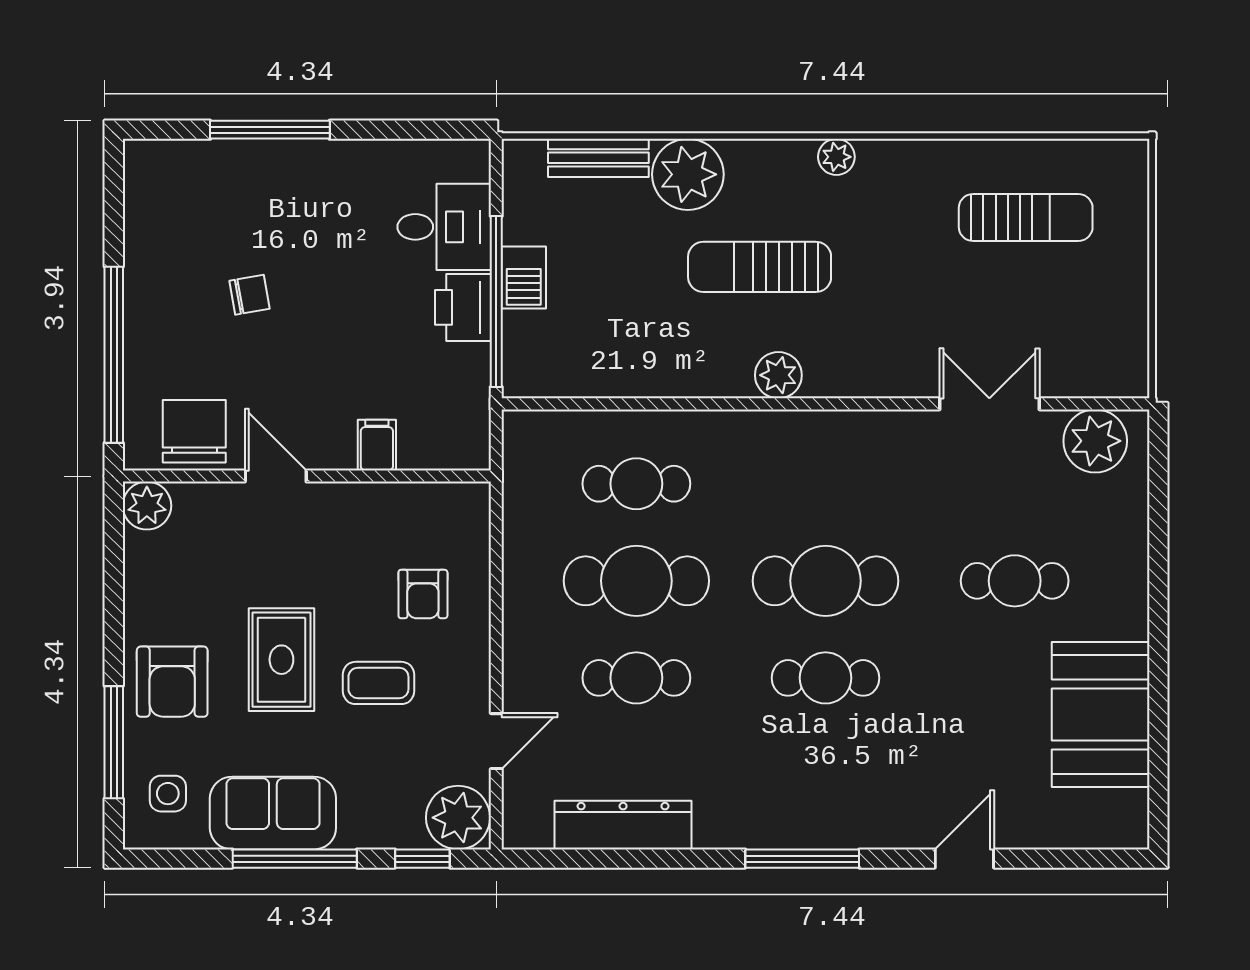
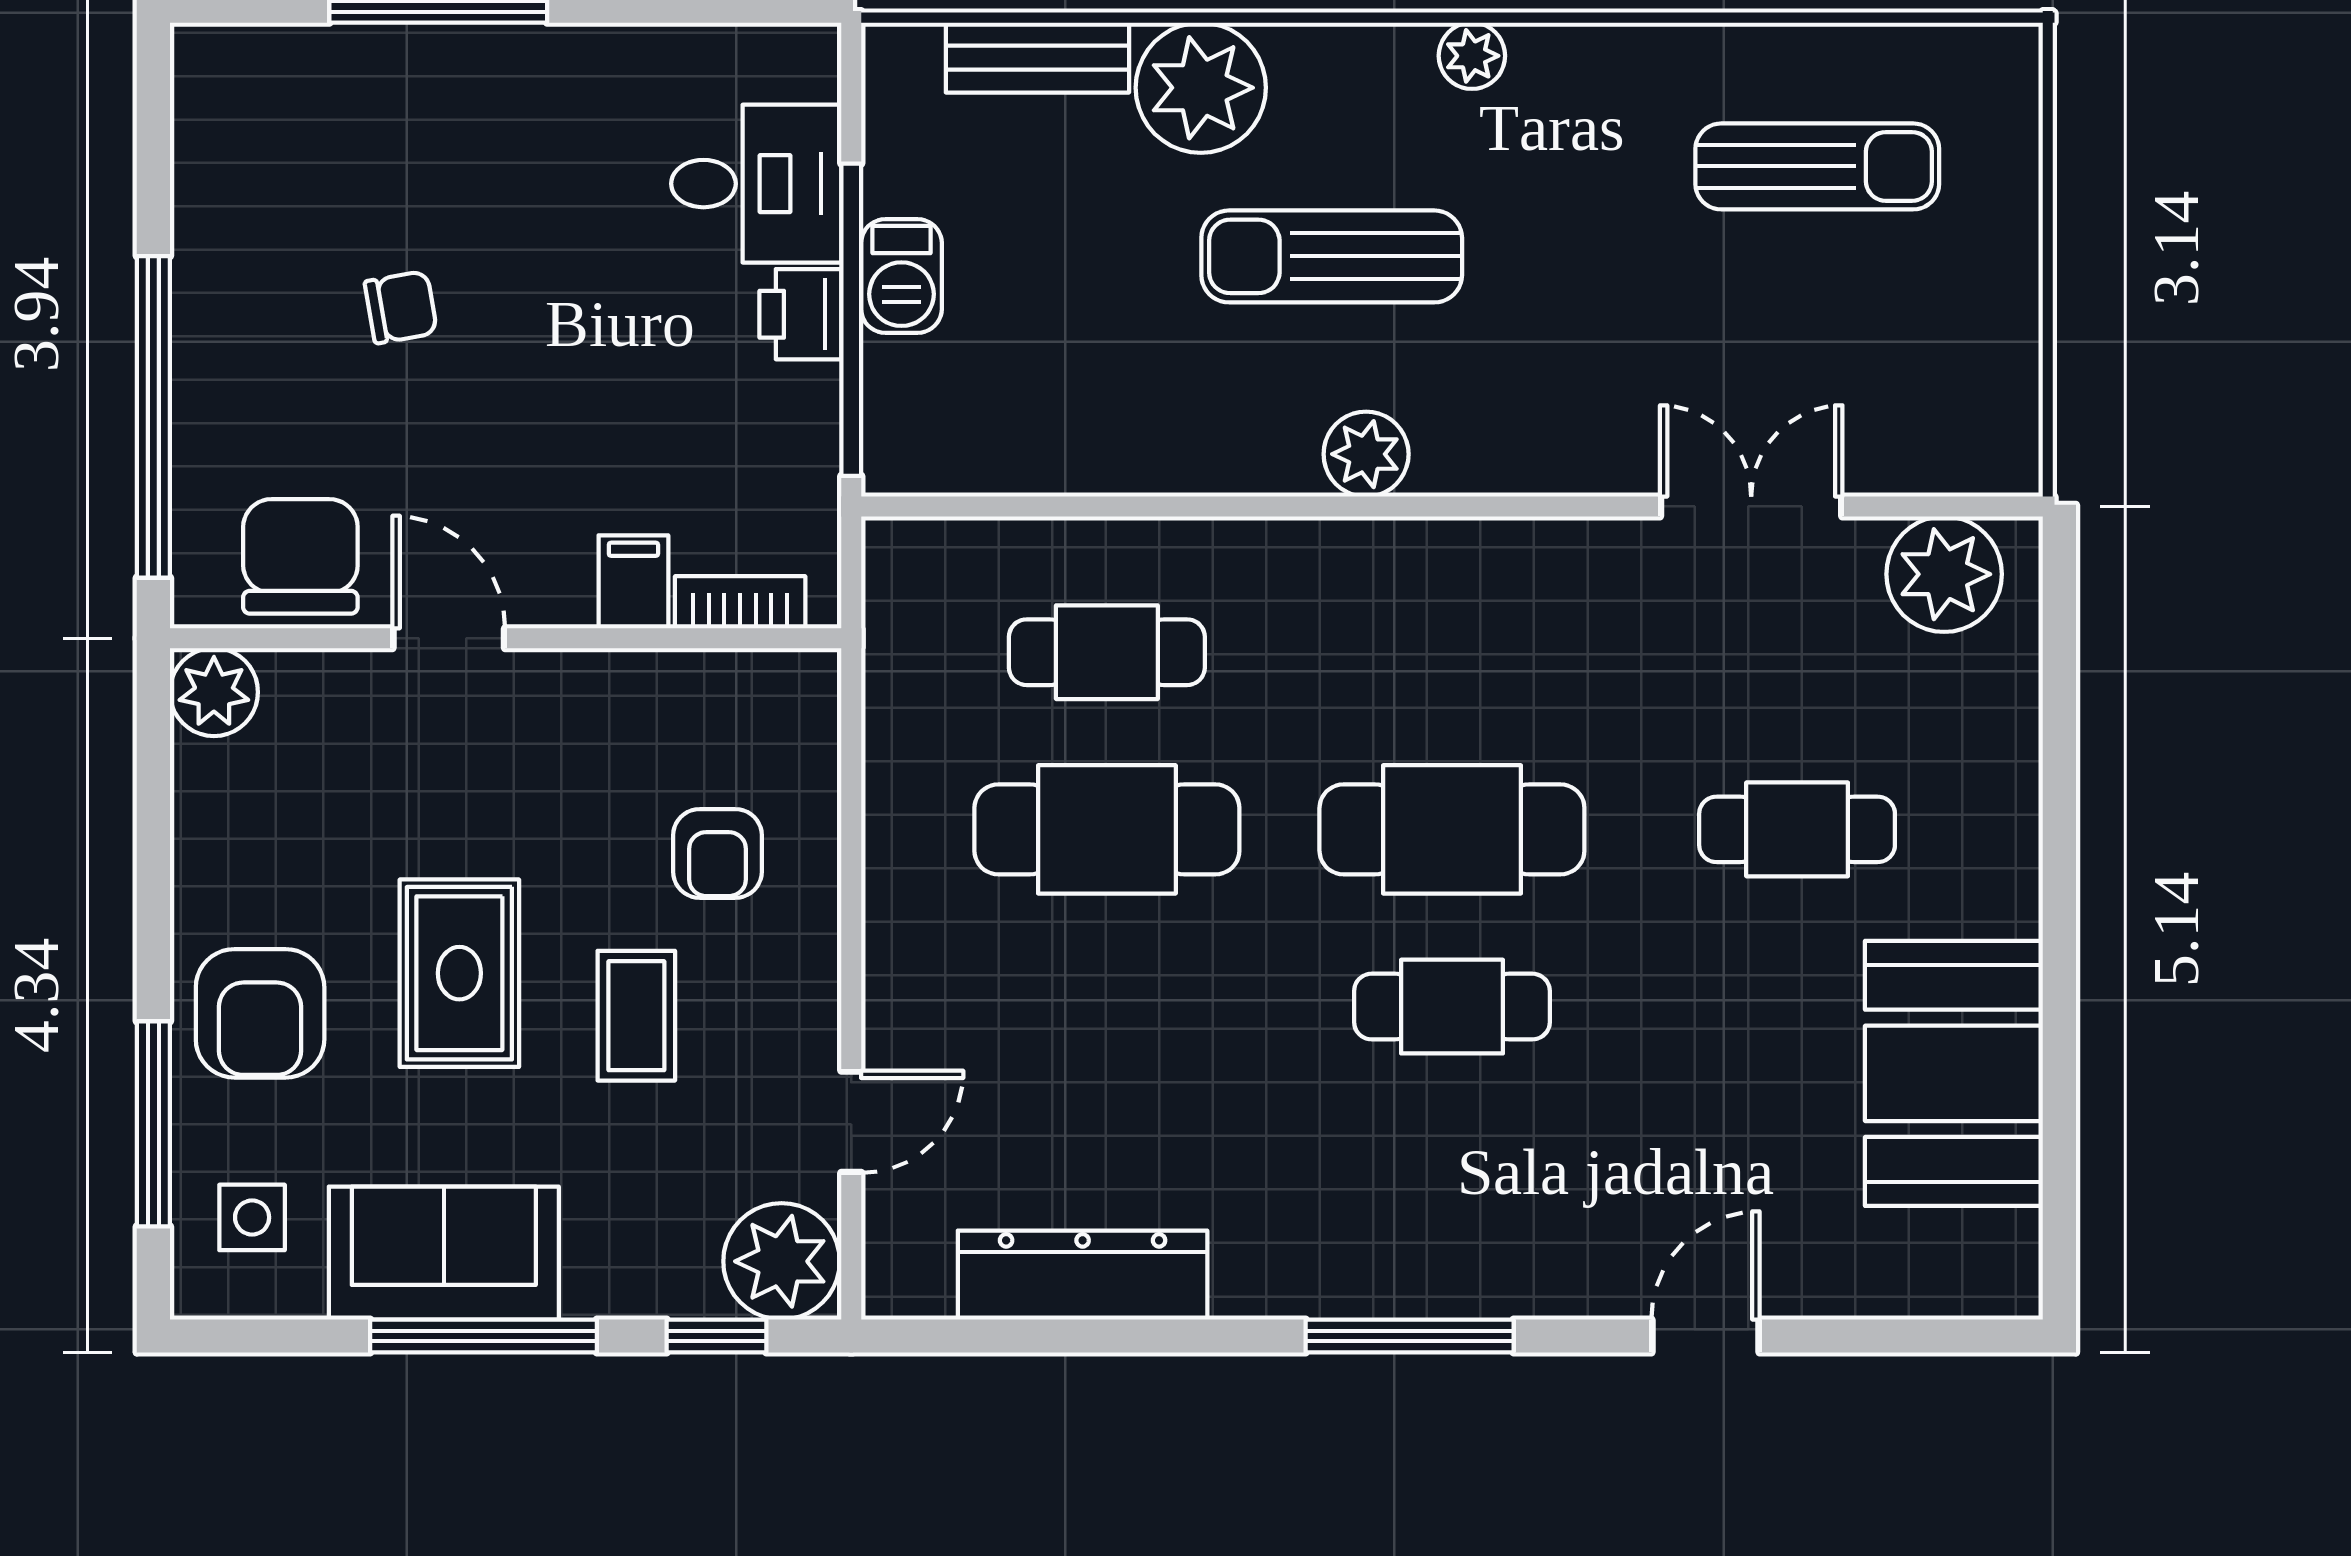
printer: (463, 307) -> (800, 314), width x0.73, depth x0.81
bookcase: (435, 456) -> (740, 602), added
cafe table: (636, 678) -> (1107, 1007), removed
coffee table: (378, 683) -> (636, 1016), turned 90

